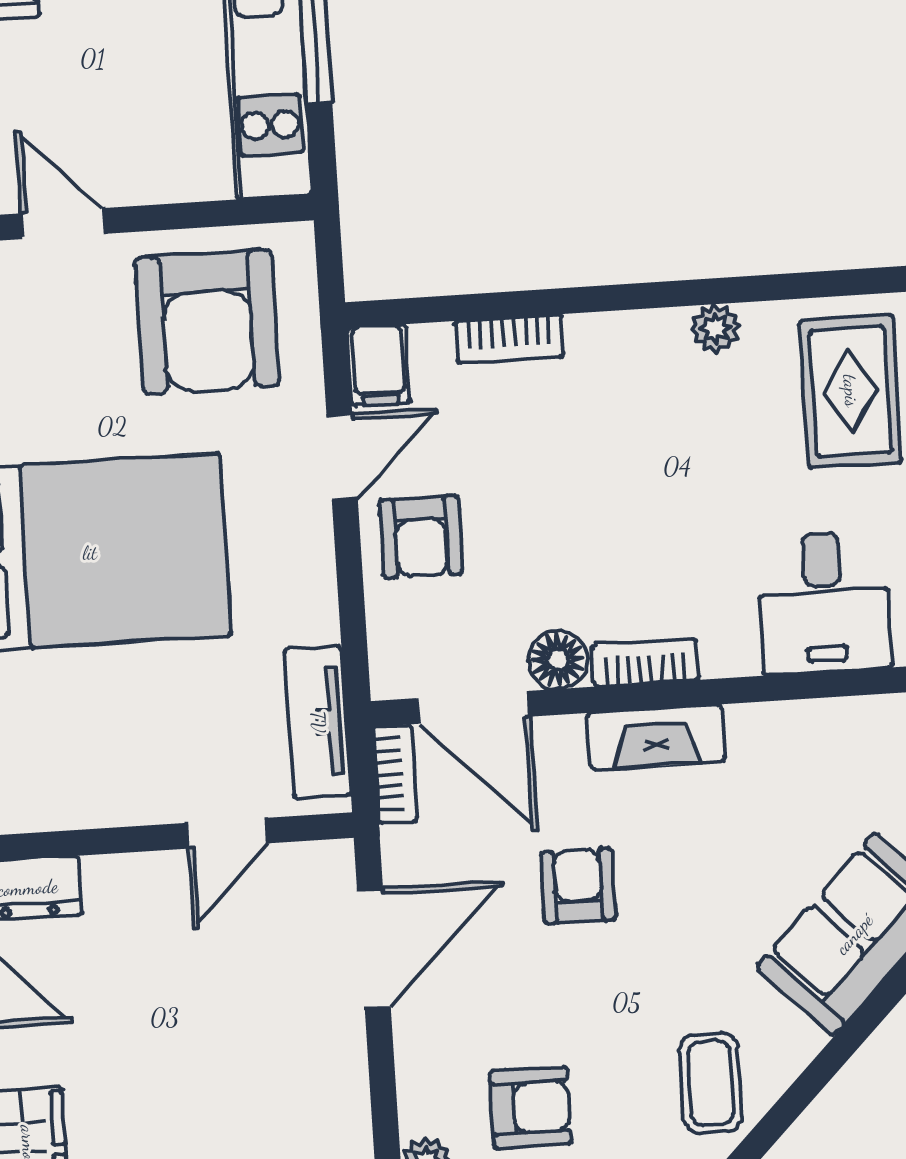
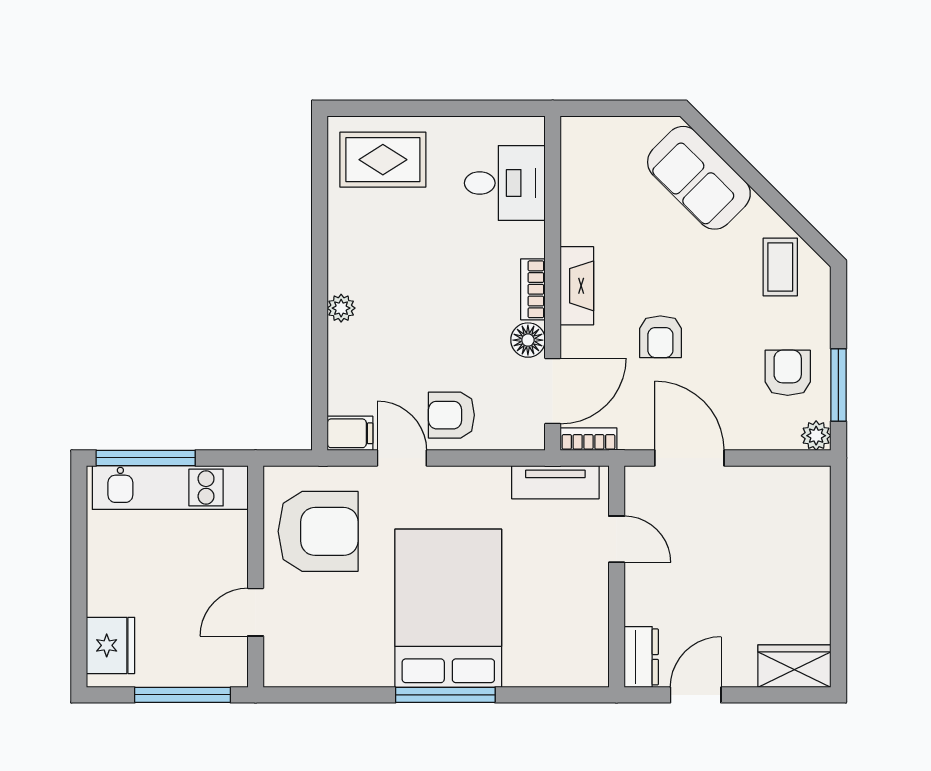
plant: (715, 328) -> (341, 308), moved
bookcase: (509, 339) -> (339, 356), removed
armchair: (421, 537) -> (451, 415), turned 180
armchair: (578, 886) -> (660, 337), turned -90
coffee table: (711, 1083) -> (780, 267), turned 90

